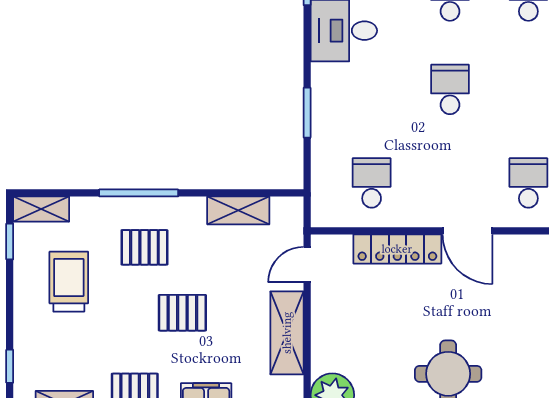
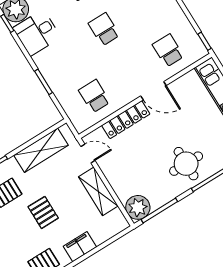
shelving: (238, 210) -> (41, 150), width x1.50, depth x1.33
door: (307, 265) -> (88, 153), swing flipped
pallet: (182, 313) -> (43, 212), turned 90

